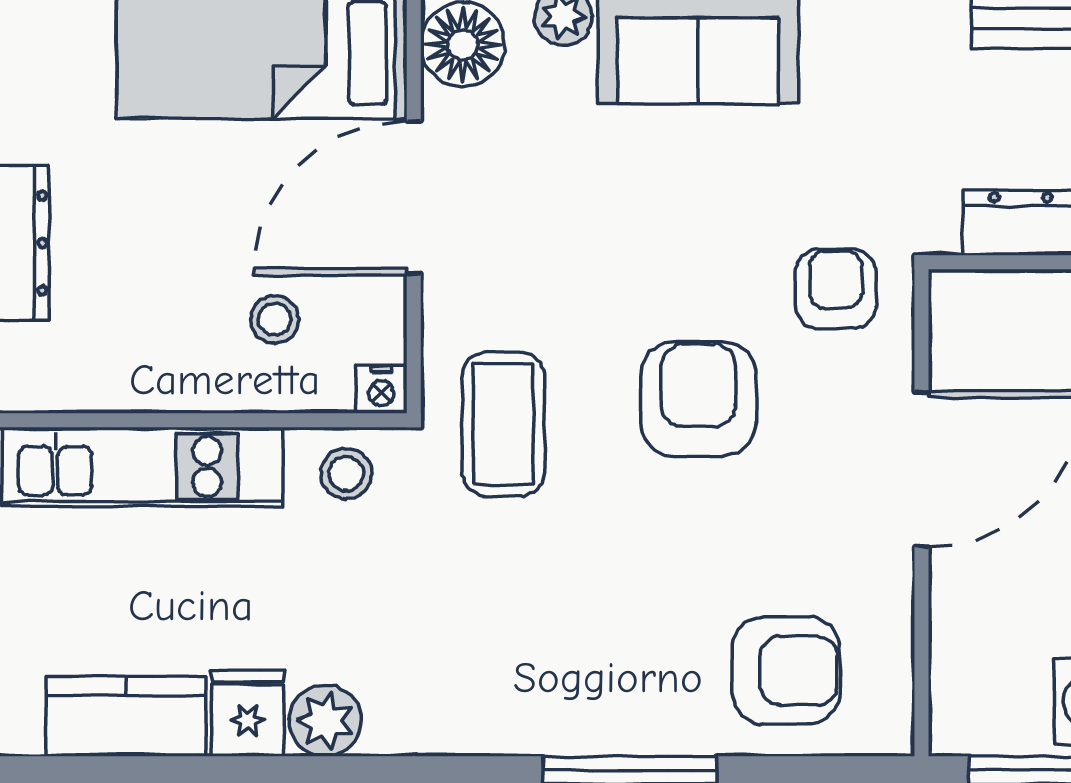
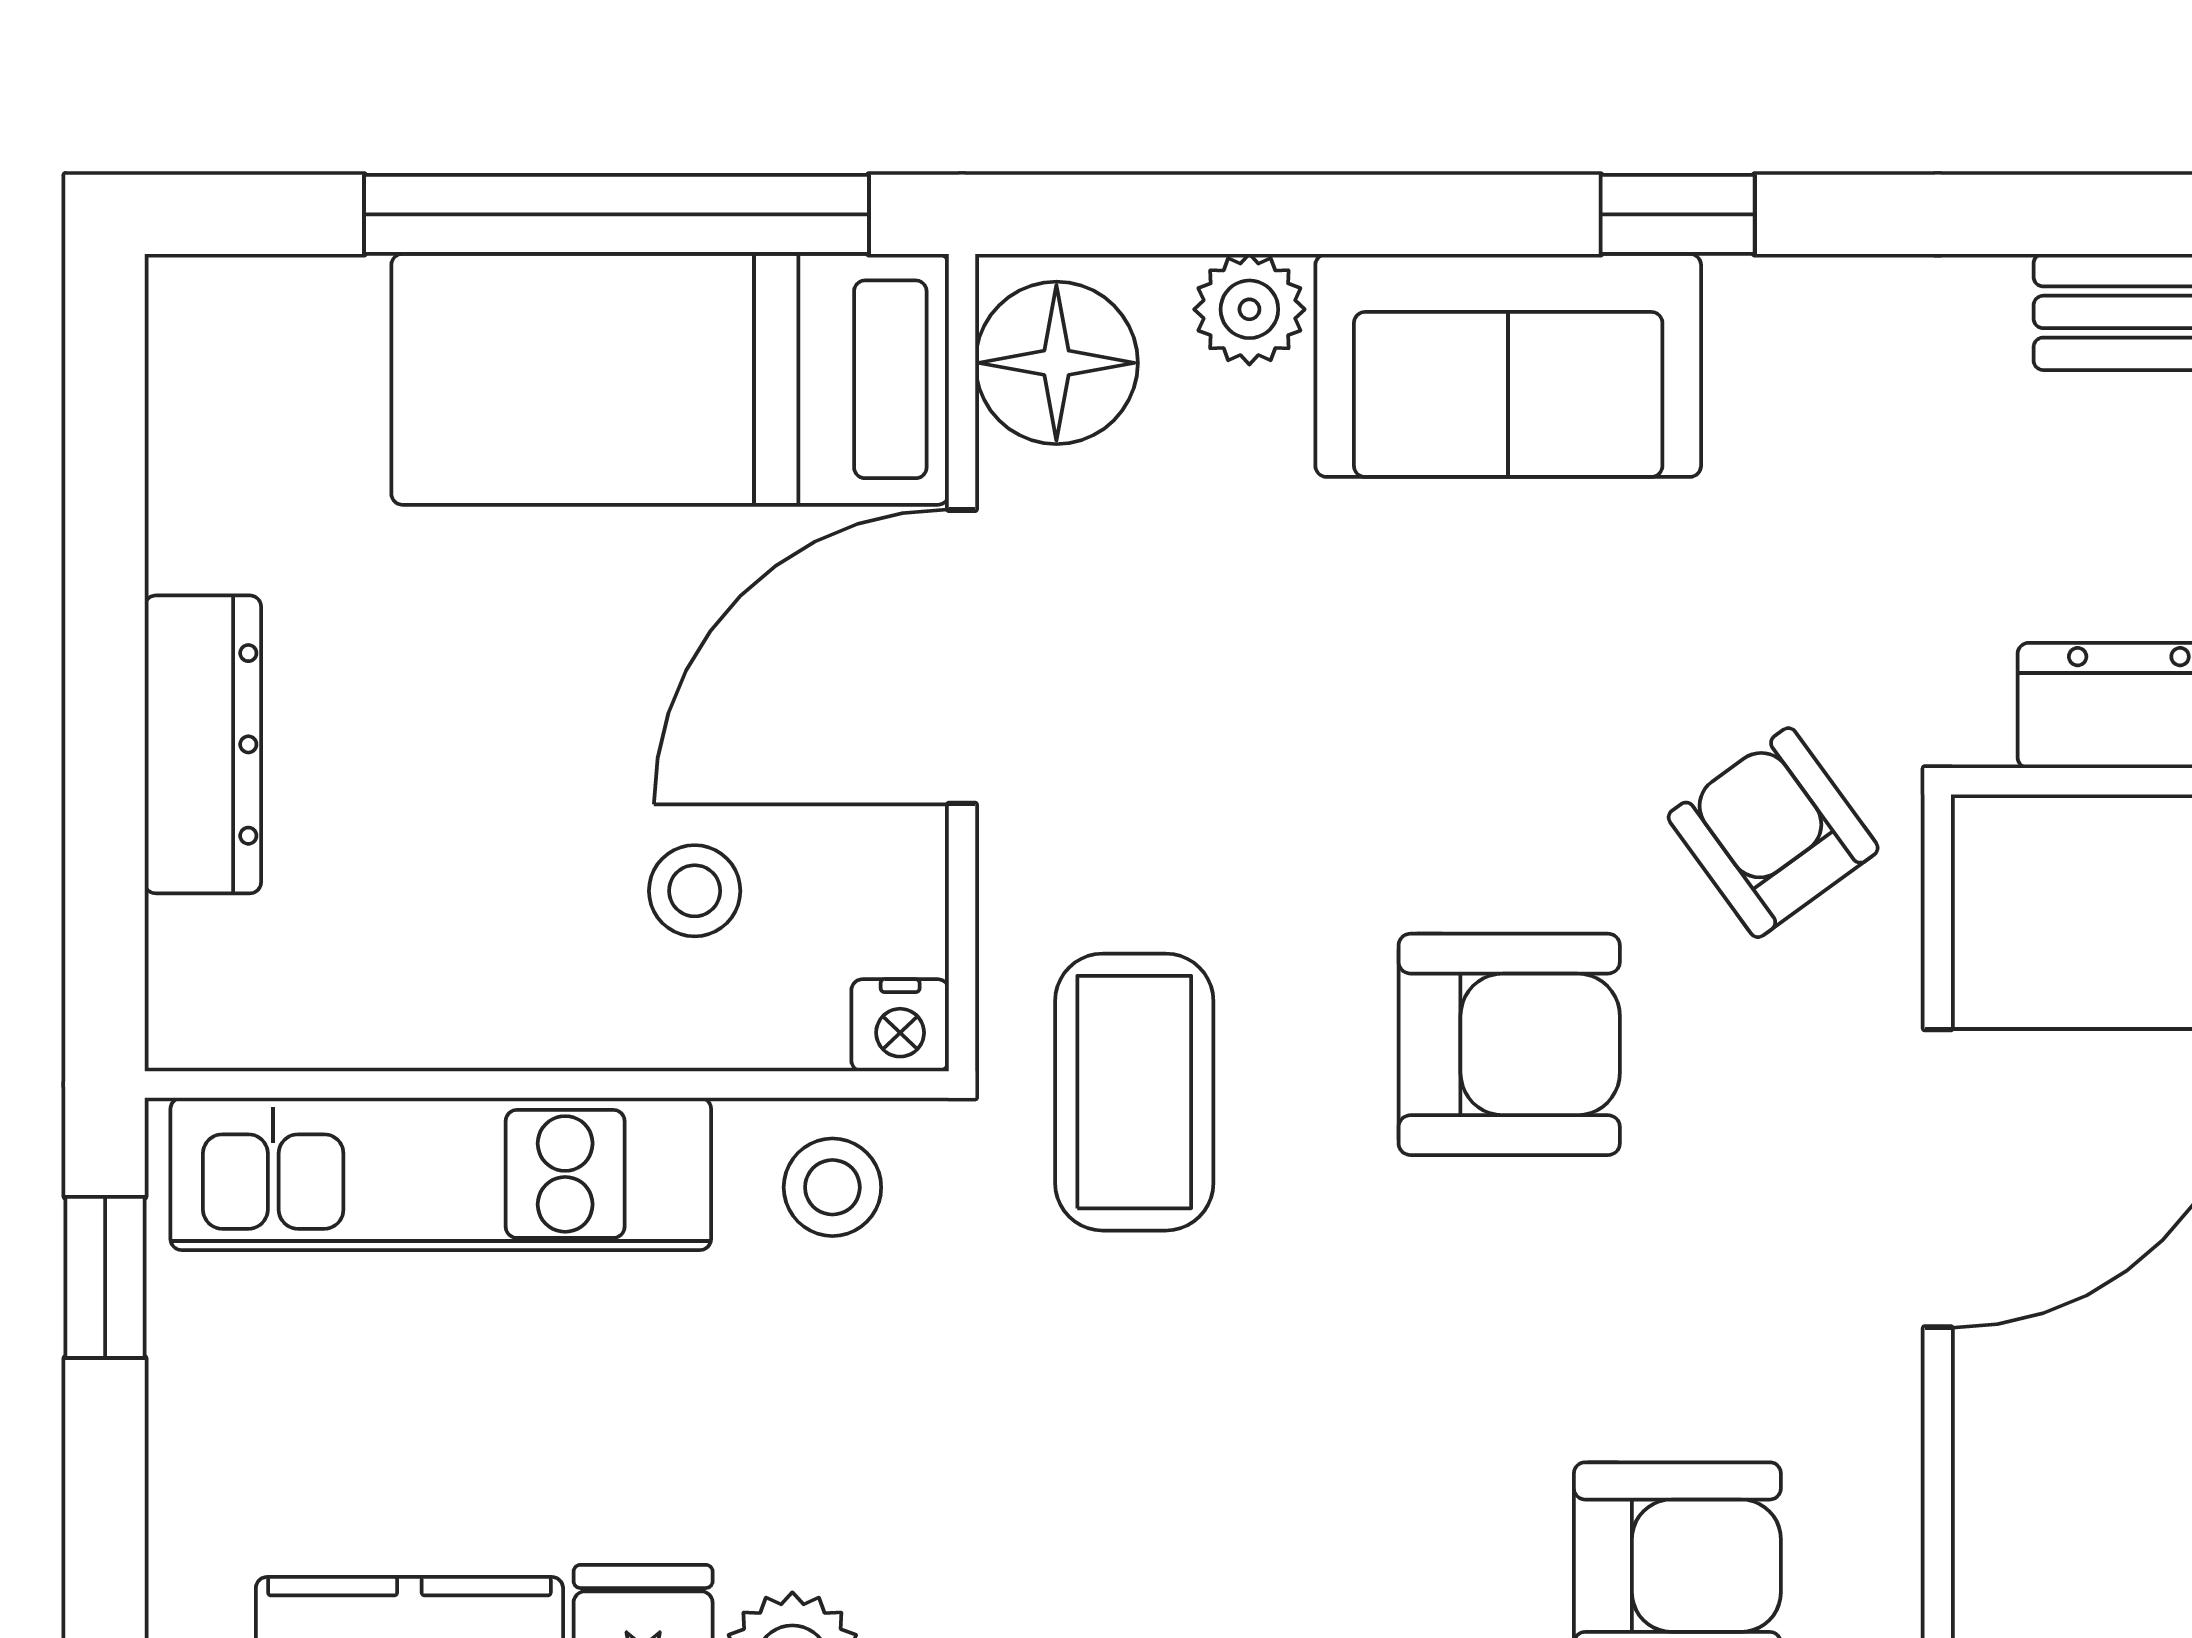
armchair: (836, 289) -> (1773, 833), turned -36
armchair: (698, 399) -> (1509, 1044), turned 90

